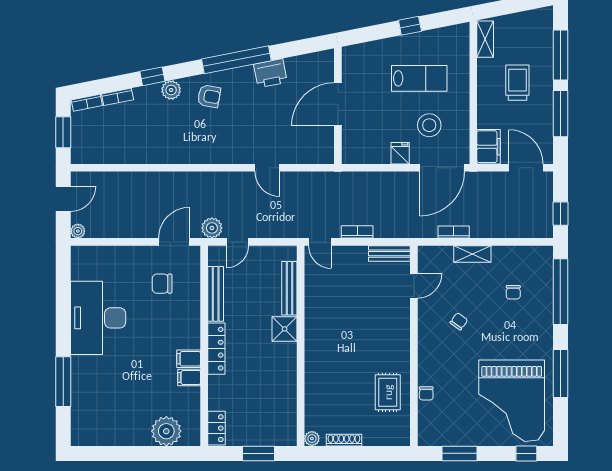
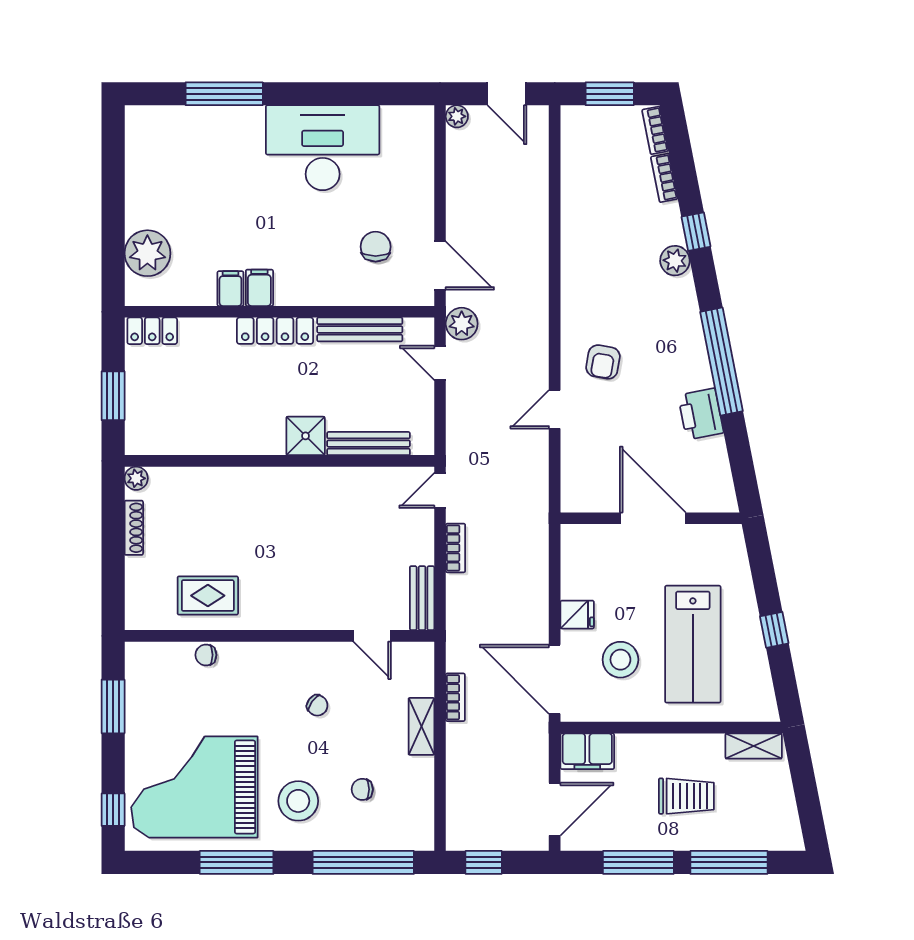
lab bench: (419, 78) -> (693, 644), width x1.36, depth x1.39
armchair: (209, 96) -> (603, 362), moved
stool: (521, 334) -> (298, 801), added

